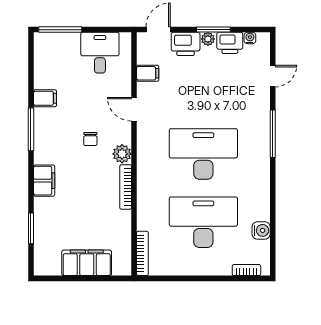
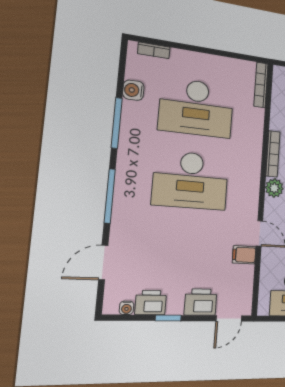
window: (213, 30) -> (168, 318), width x0.67
plant: (208, 39) -> (175, 307), removed
filing cabinet: (148, 73) -> (244, 255), moved
door: (273, 76) -> (103, 263), width x1.38
window: (273, 199) -> (117, 123), added

